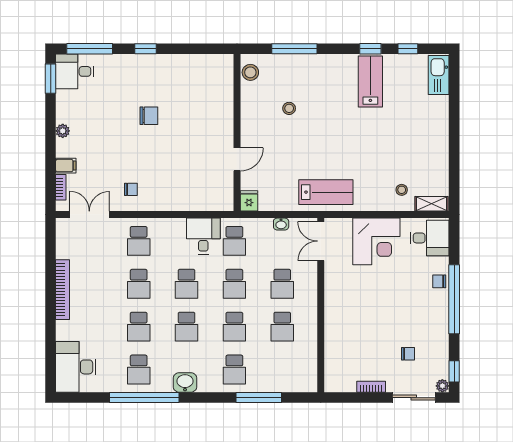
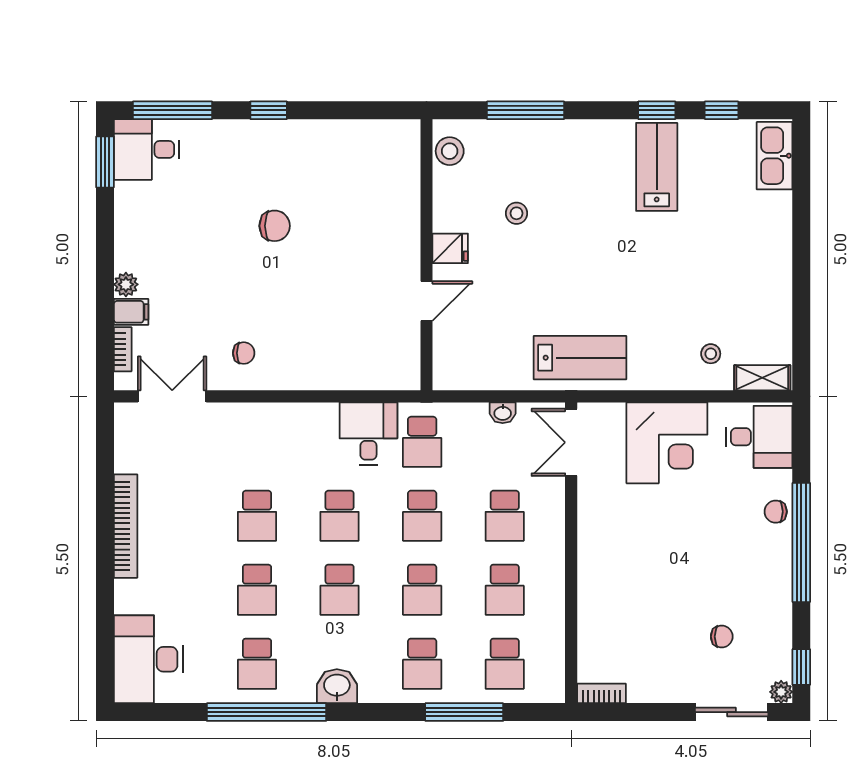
plant: (63, 131) -> (126, 284), moved
fridge: (249, 201) -> (450, 248), moved, turned 90
school desk: (139, 241) -> (505, 664), moved
bookcase: (371, 387) -> (601, 693), moved

